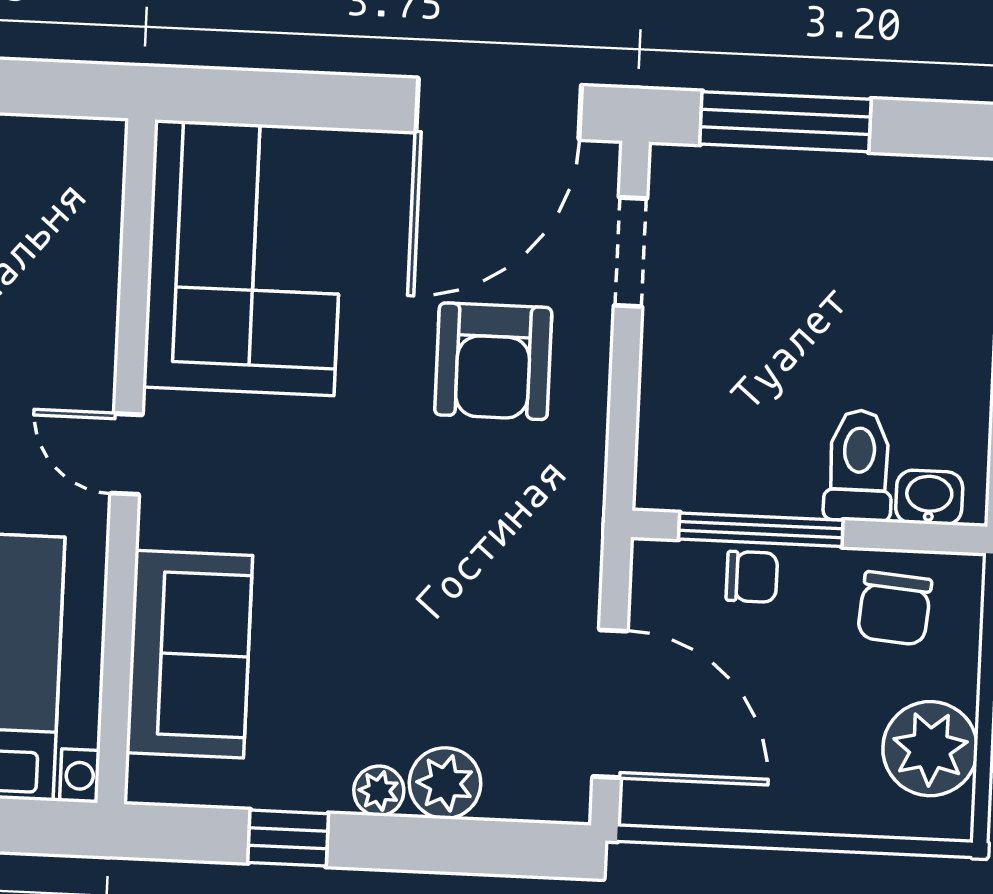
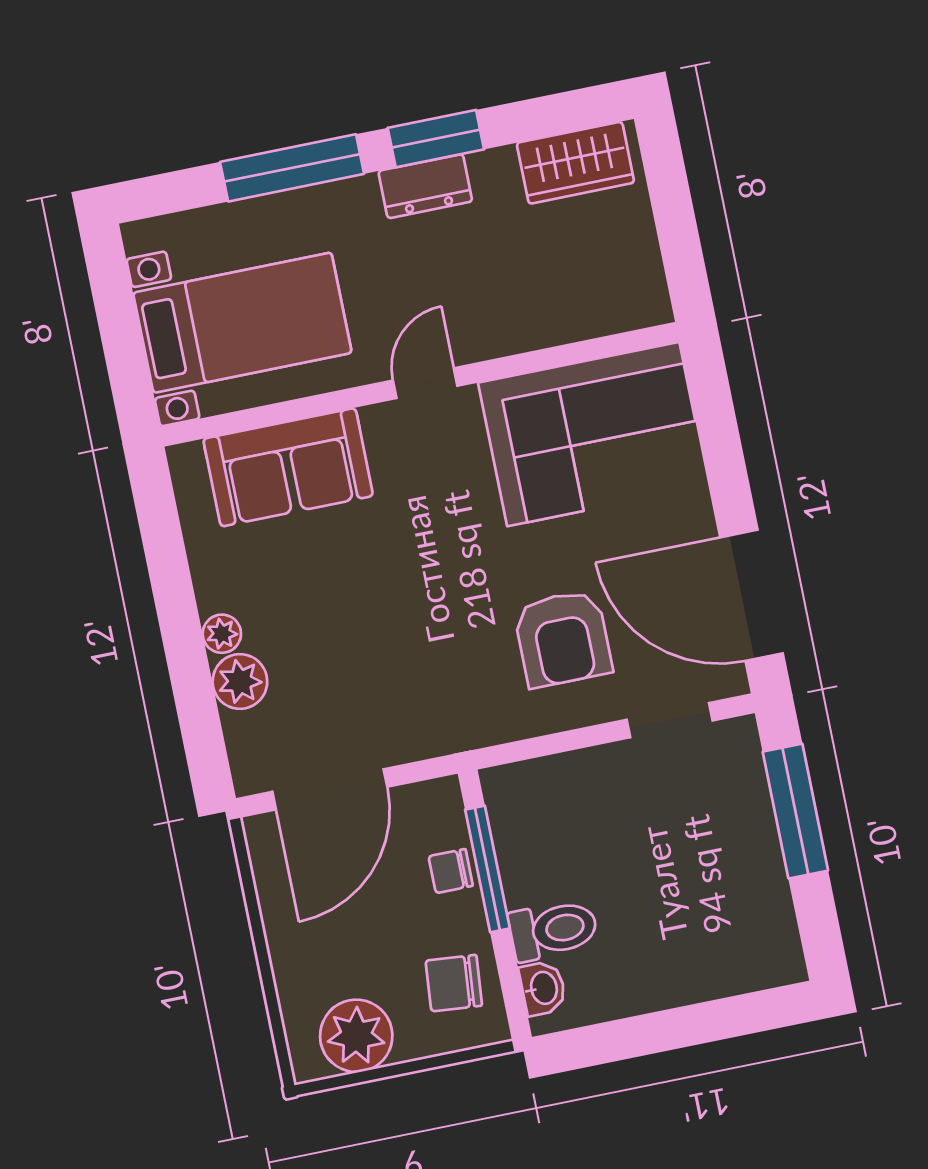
armchair: (493, 361) -> (563, 639), turned -90
chair: (752, 577) -> (451, 871), turned 90
window: (288, 838) -> (170, 575), removed

